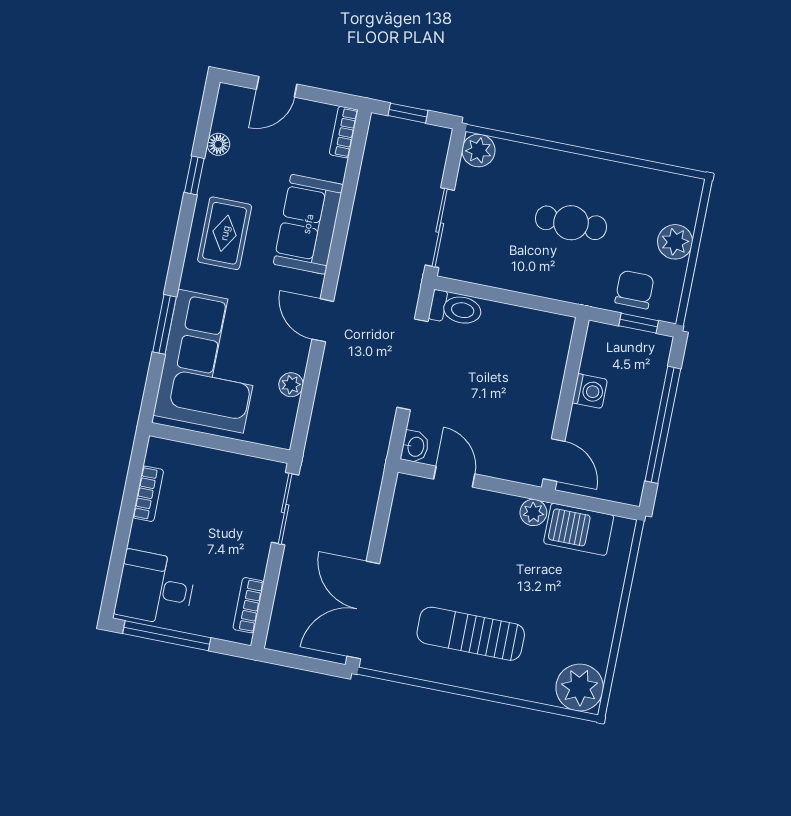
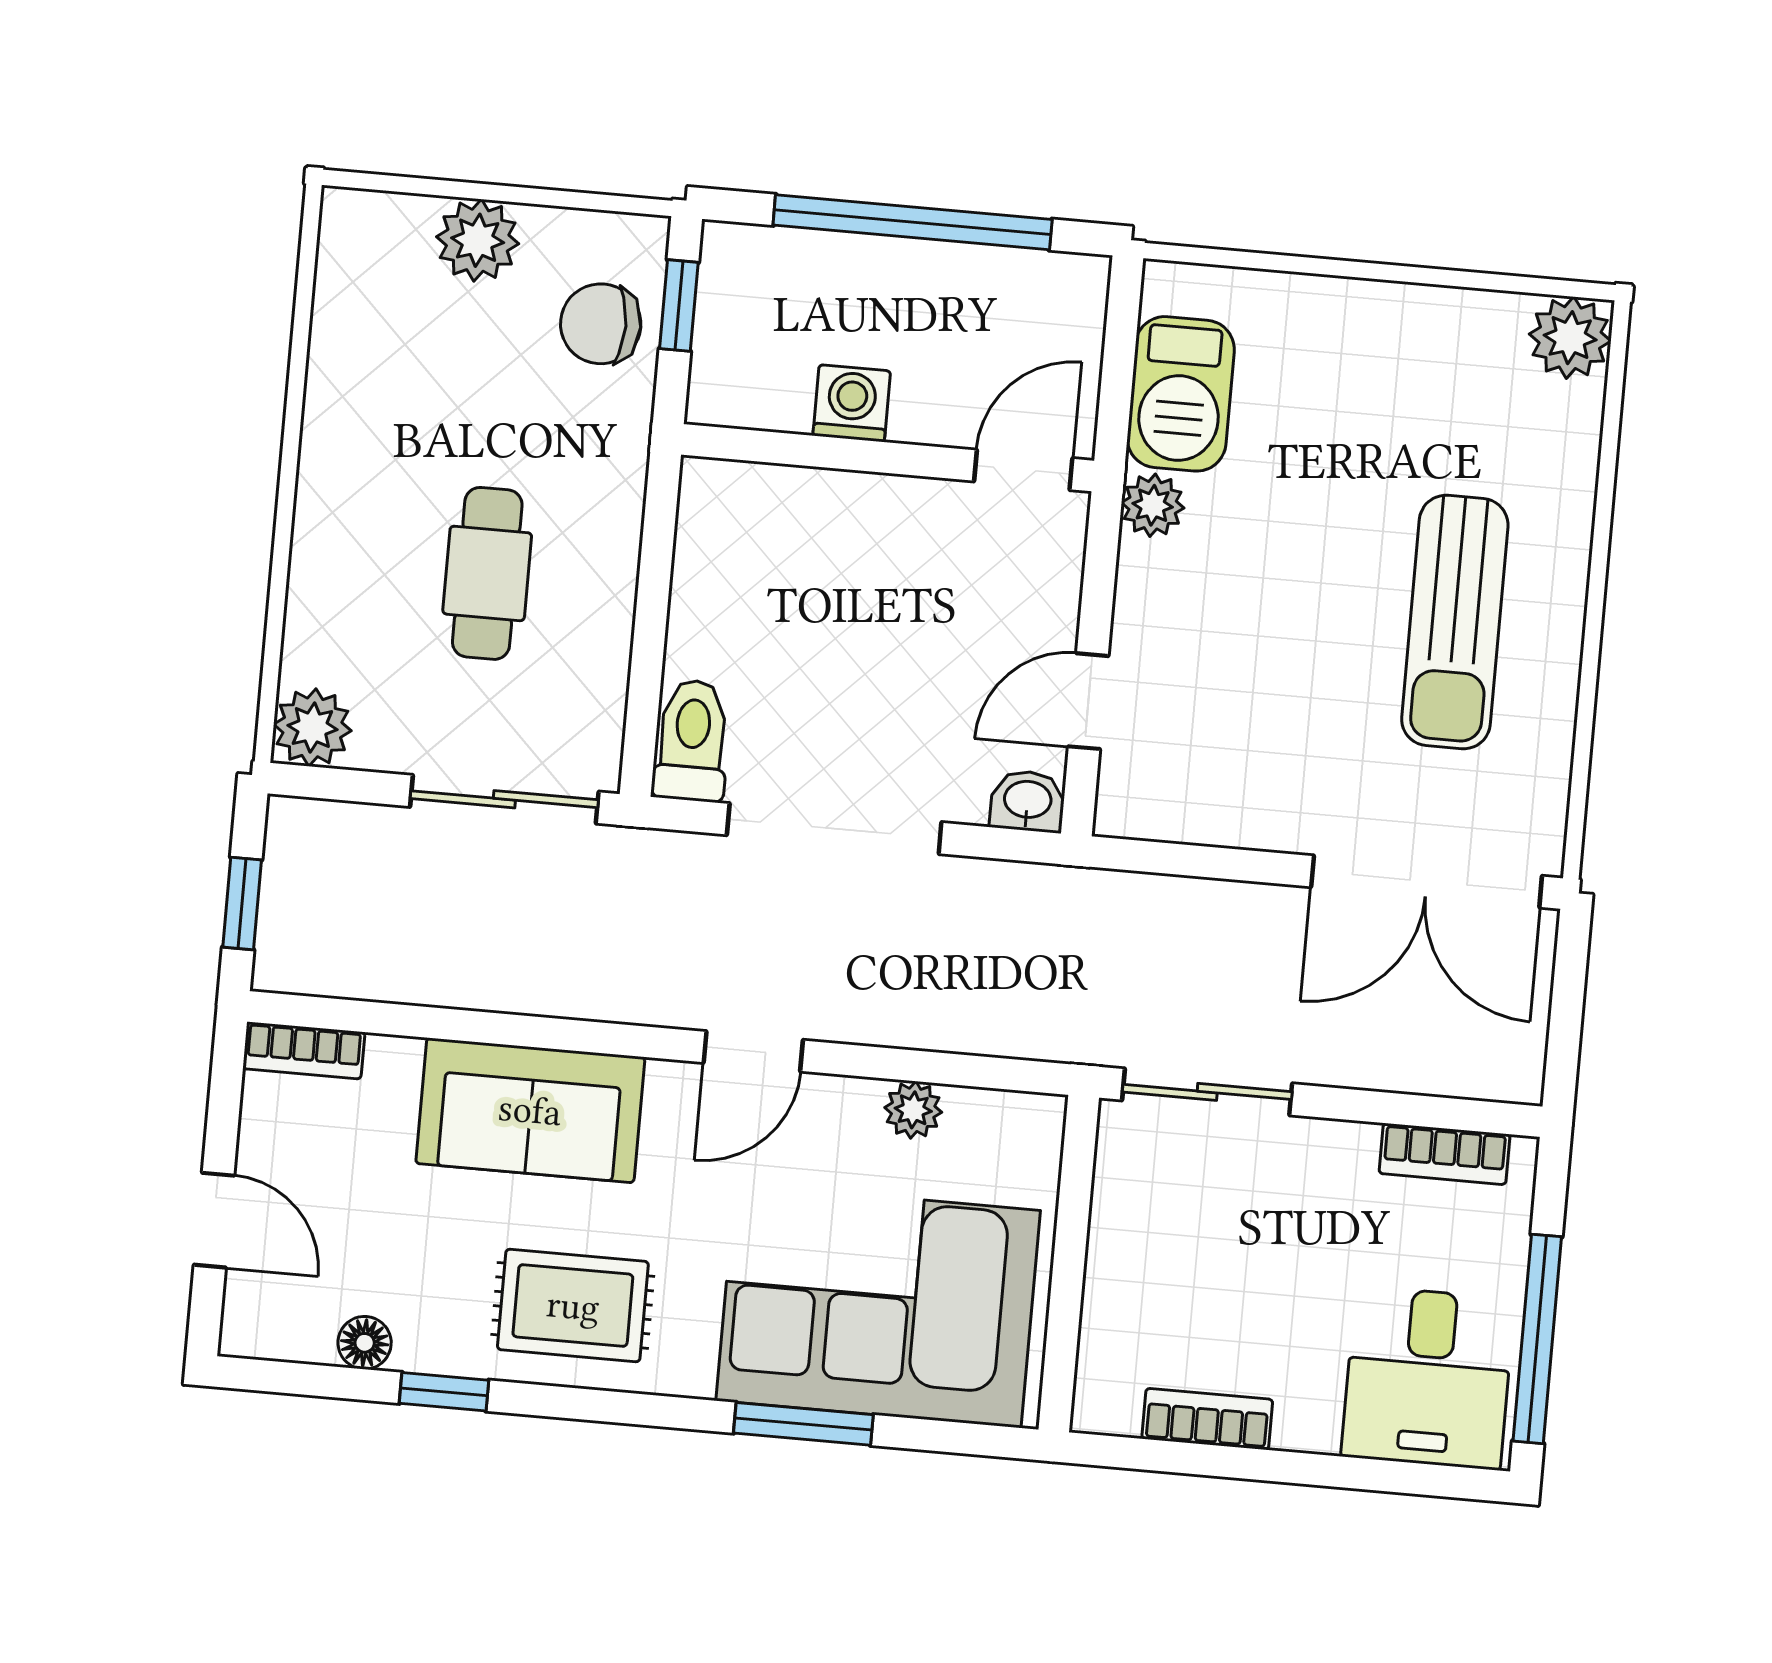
cafe table: (571, 223) -> (487, 573), moved
plant: (580, 688) -> (1570, 338), width x0.73, depth x0.73

